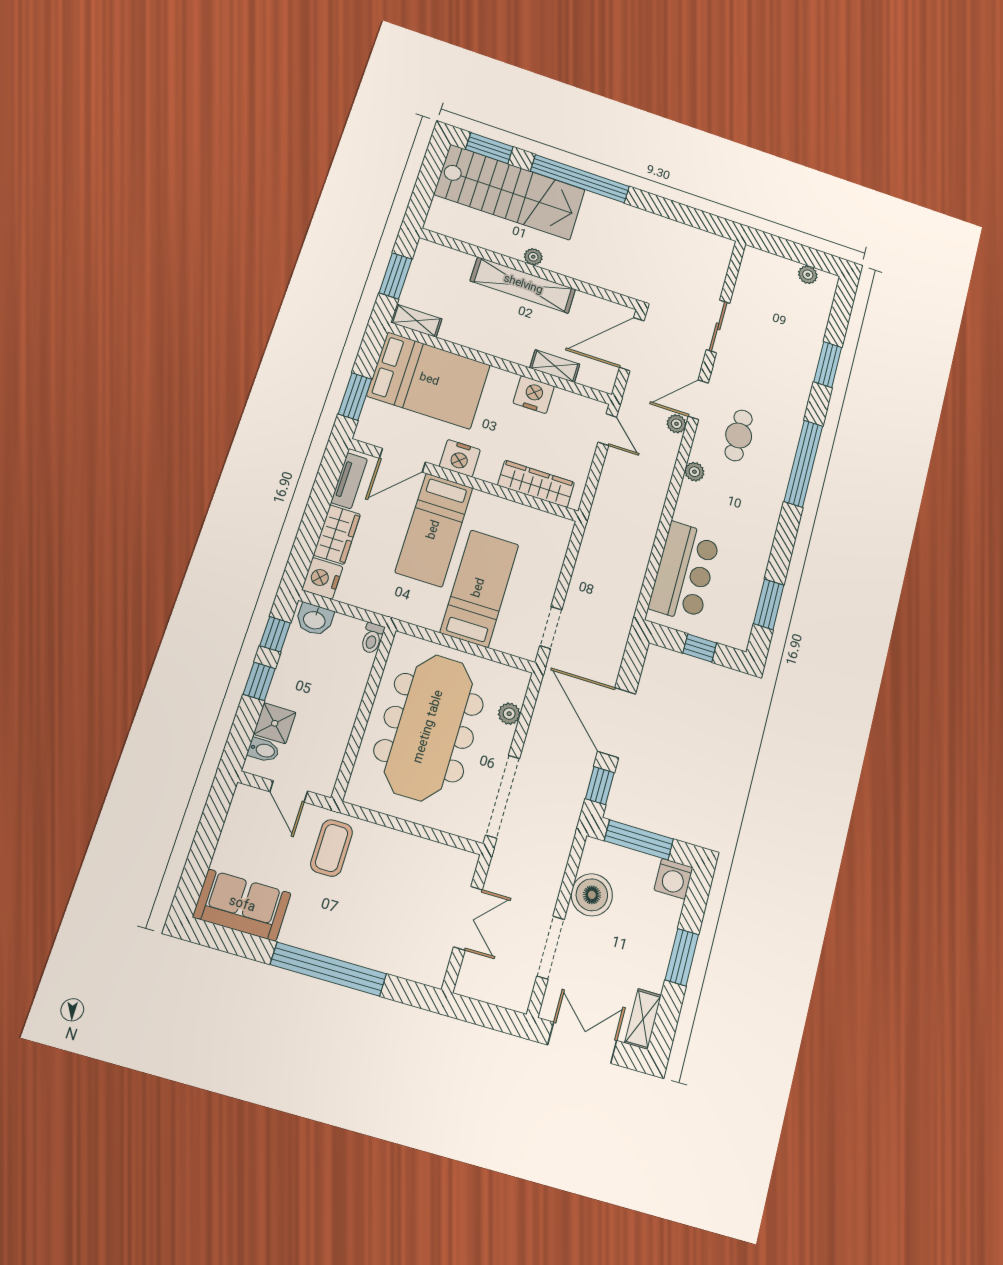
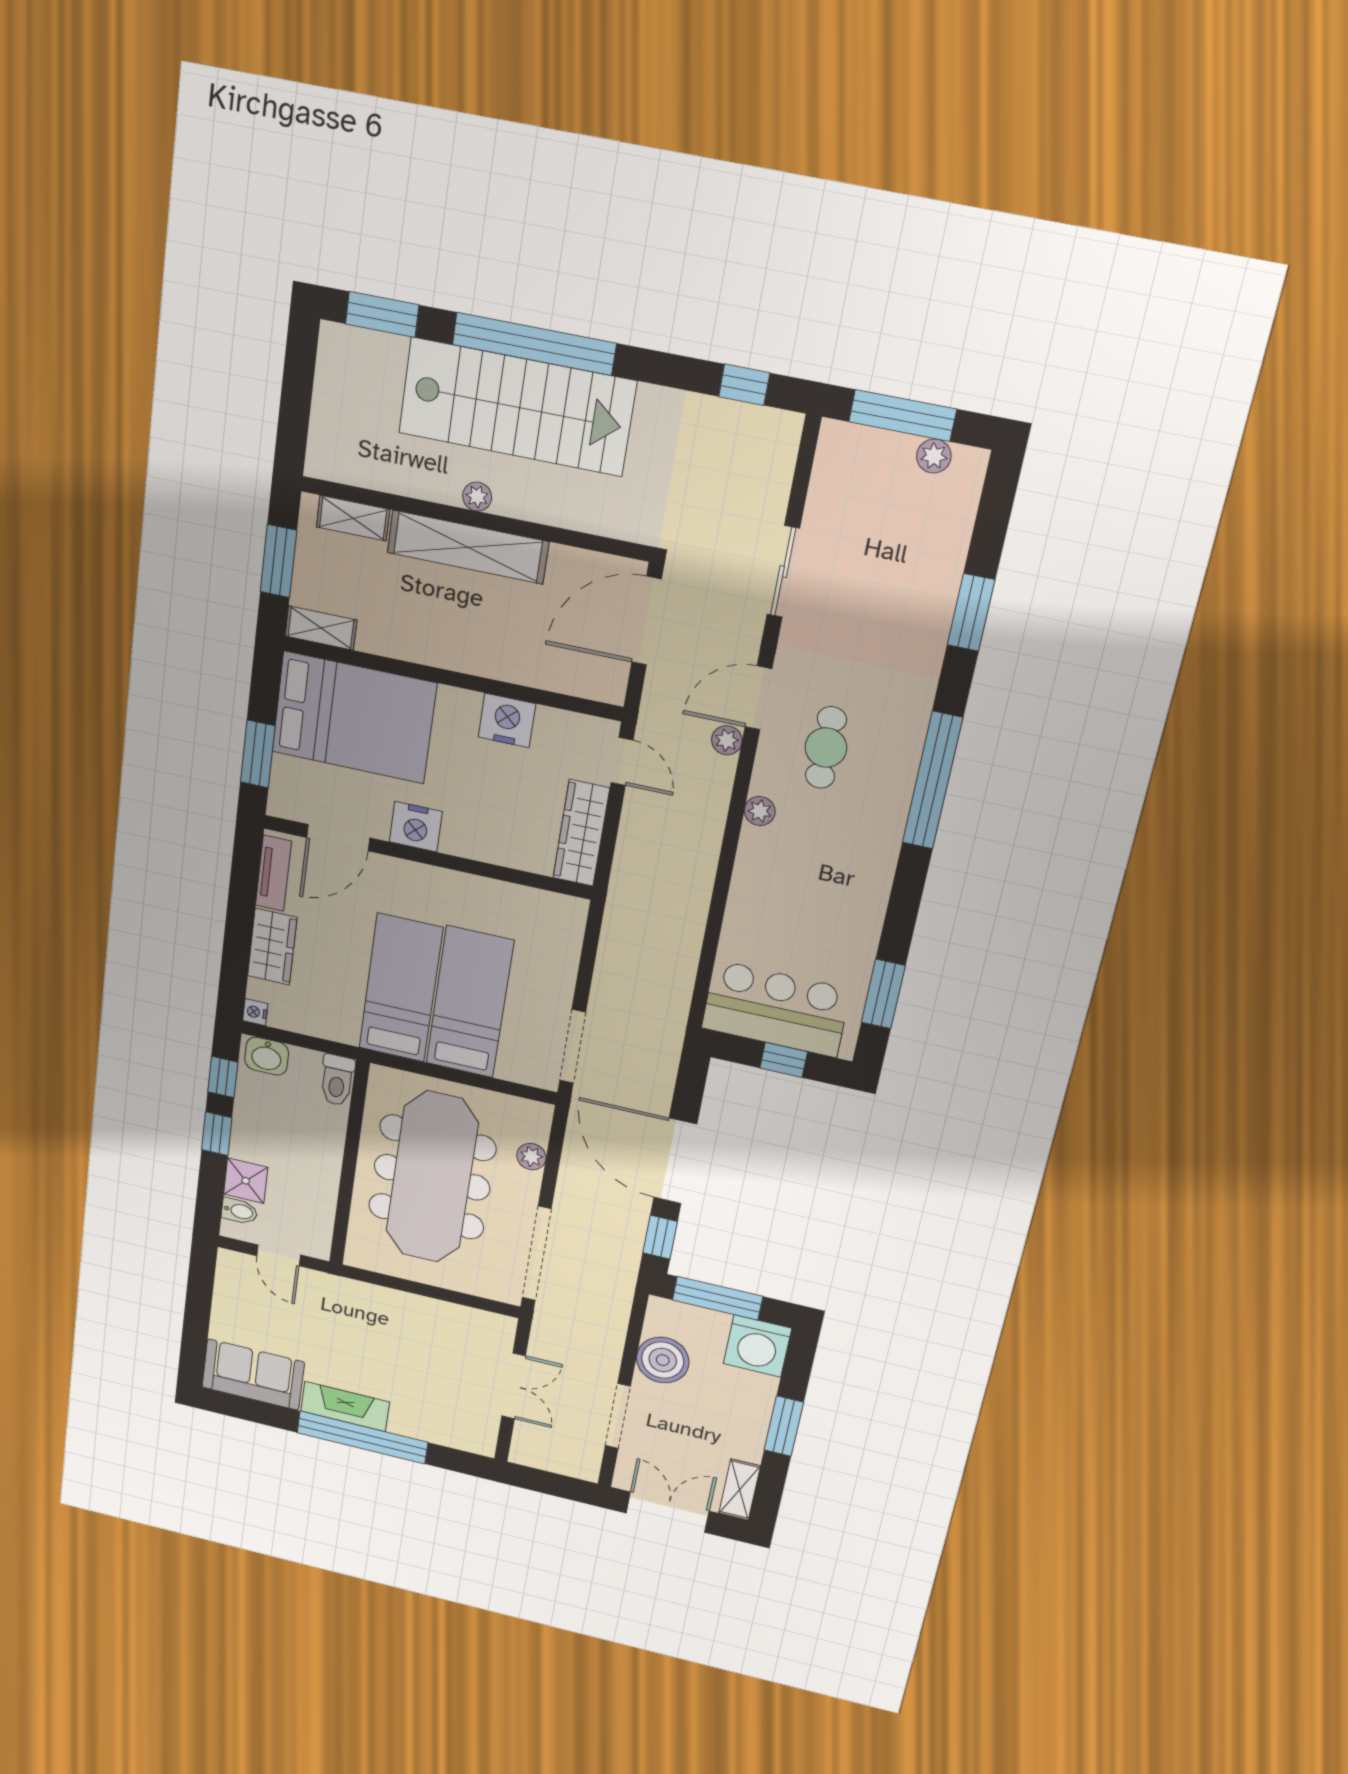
stairs: (510, 192) -> (517, 407), moved
window: (702, 220) -> (744, 385), added
window: (791, 250) -> (903, 415), added
shelving: (555, 366) -> (353, 518), moved
wardrobe: (536, 484) -> (581, 833), moved, turned -90
bed: (434, 530) -> (401, 988), moved, turned 180
bar counter: (684, 572) -> (776, 1009), moved, turned -90
nightstand: (322, 578) -> (255, 1012), width x0.53, depth x0.56
doorway: (551, 628) -> (573, 1046), width x1.38
toilet: (372, 638) -> (337, 1080), width x1.37, depth x1.39
coffee table: (332, 848) -> (341, 1315), removed
washing machine: (674, 879) -> (757, 1346), width x1.37, depth x1.37
fireplace: (319, 938) -> (345, 1407), added

